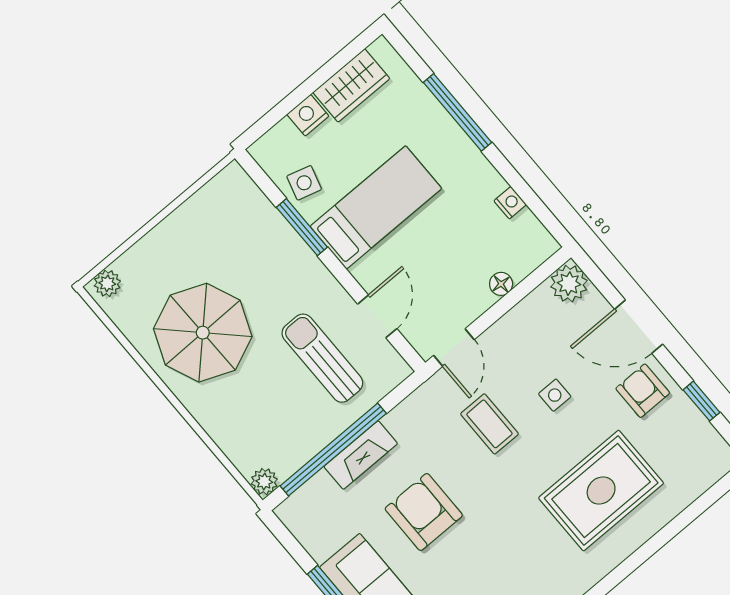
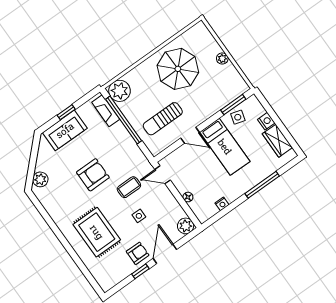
window: (302, 227) -> (233, 105), moved
plant: (107, 283) -> (222, 59), moved
door: (377, 316) -> (190, 135), moved
sun lounger: (322, 358) -> (163, 119), turned 180
window: (702, 401) -> (140, 271), moved
fireplace: (361, 455) -> (106, 111), moved
plant: (264, 482) -> (120, 91), width x1.88, depth x1.88
armchair: (424, 512) -> (93, 175), moved

